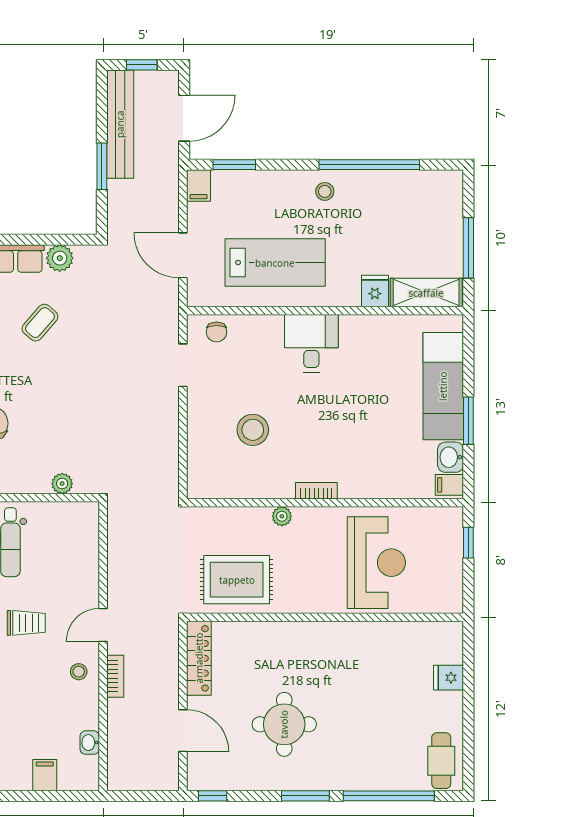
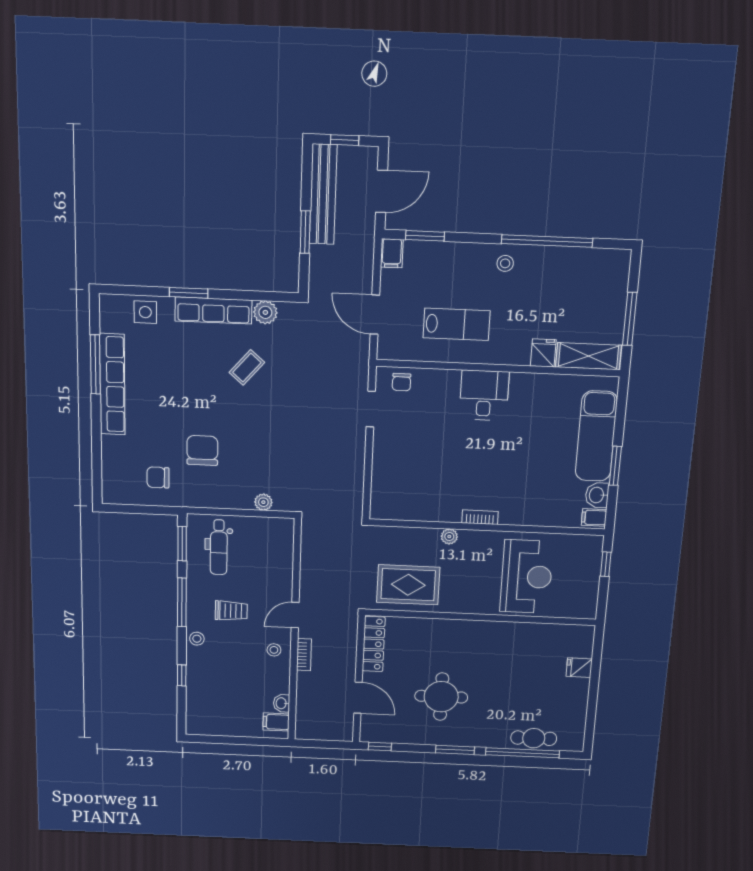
lab bench: (275, 263) -> (457, 324), width x0.73, depth x0.72
stool: (253, 430) -> (429, 465), removed
cafe table: (441, 761) -> (534, 738), moved, turned 90
filing cabinet: (45, 775) -> (276, 722), moved, turned -90

